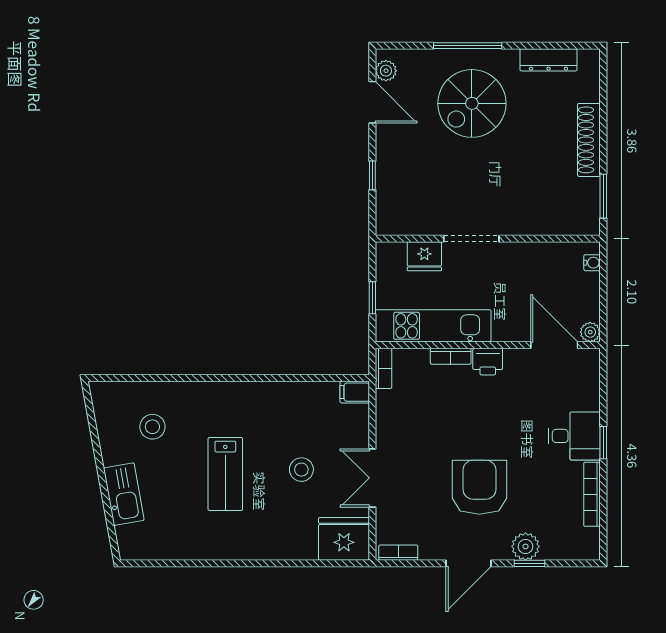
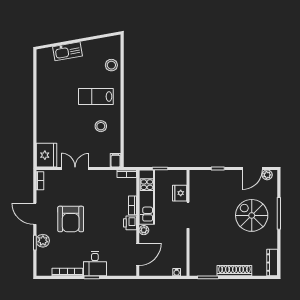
dresser: (548, 60) -> (272, 263), moved
plant: (590, 332) -> (144, 230), moved
stool: (152, 427) -> (111, 65), moved
stool: (301, 470) -> (101, 126), moved
lab bench: (225, 474) -> (96, 96), moved
armchair: (479, 487) -> (71, 219), turned 90

